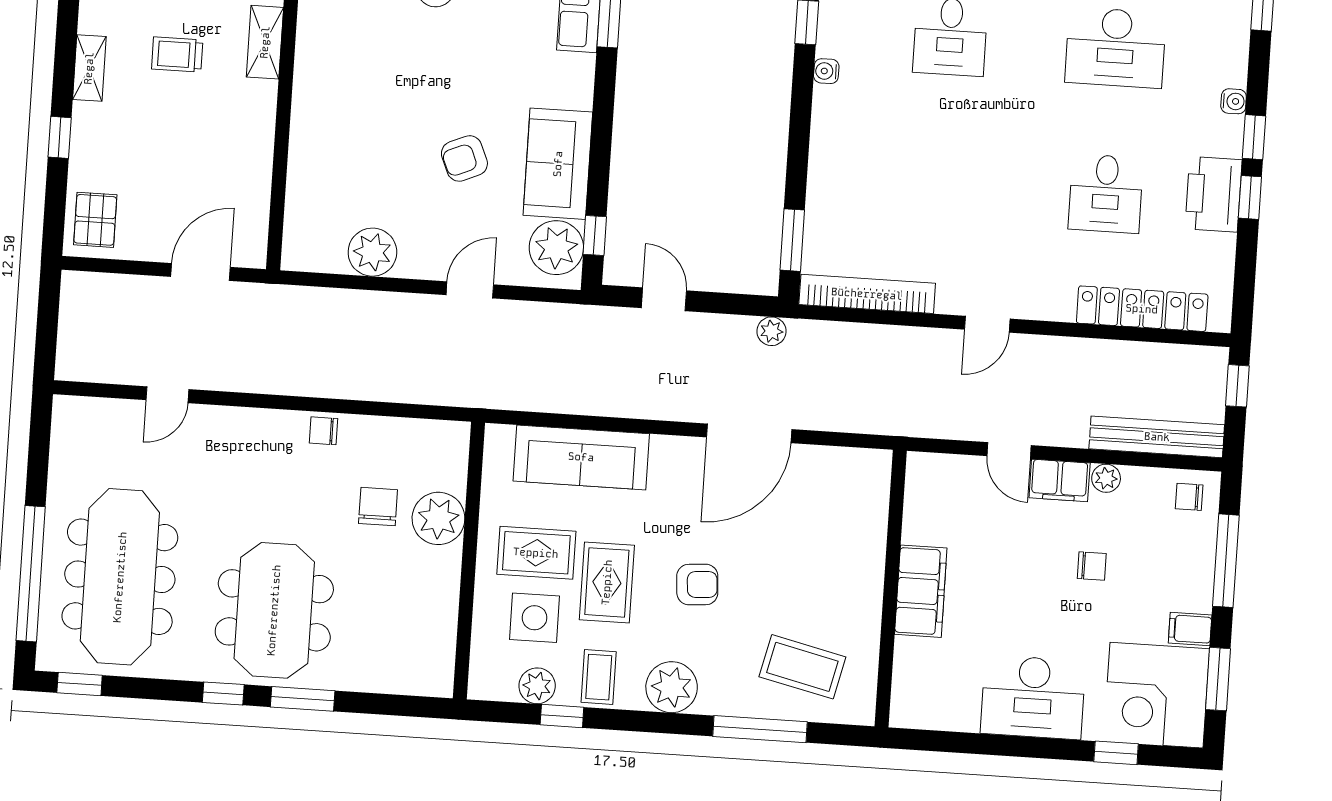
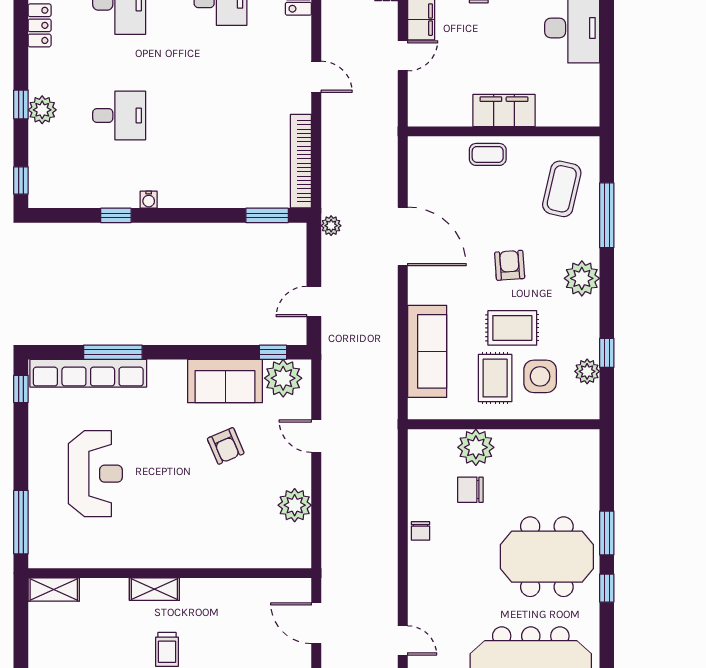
coffee table: (599, 677) -> (488, 154), moved

